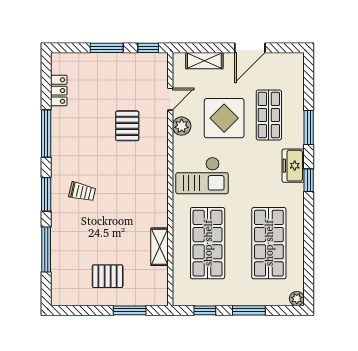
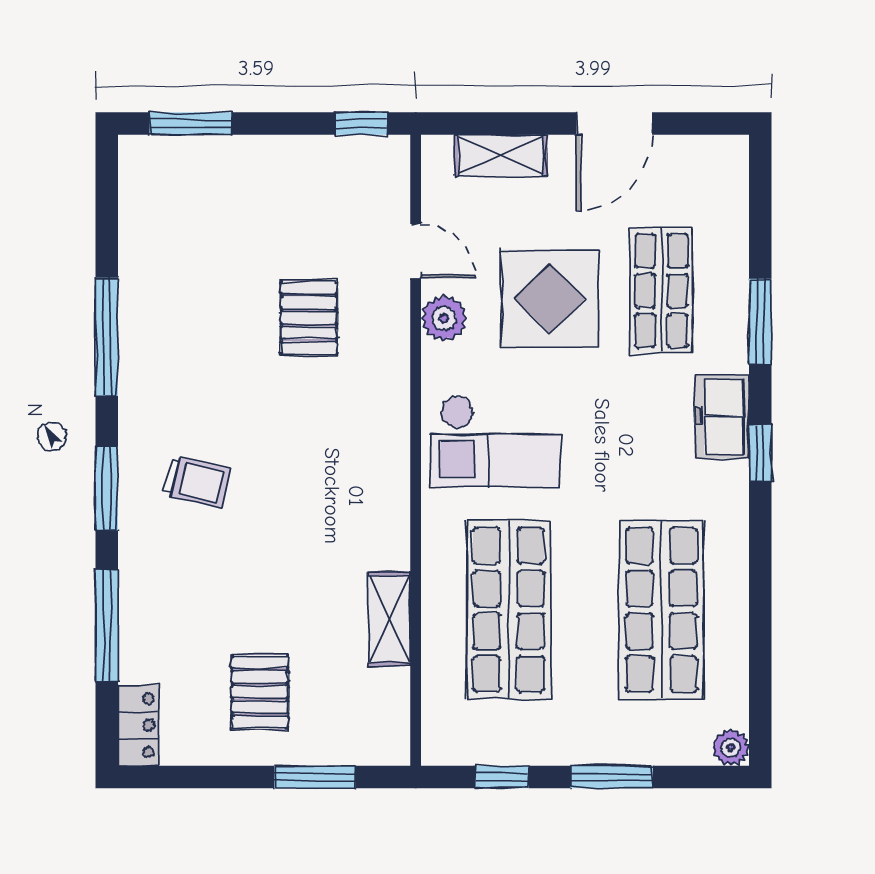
window: (107, 48) -> (191, 124), moved
locker: (59, 91) -> (138, 725), moved
door: (170, 99) -> (416, 251), hinge flipped
pallet: (108, 276) -> (260, 692), turned 90

